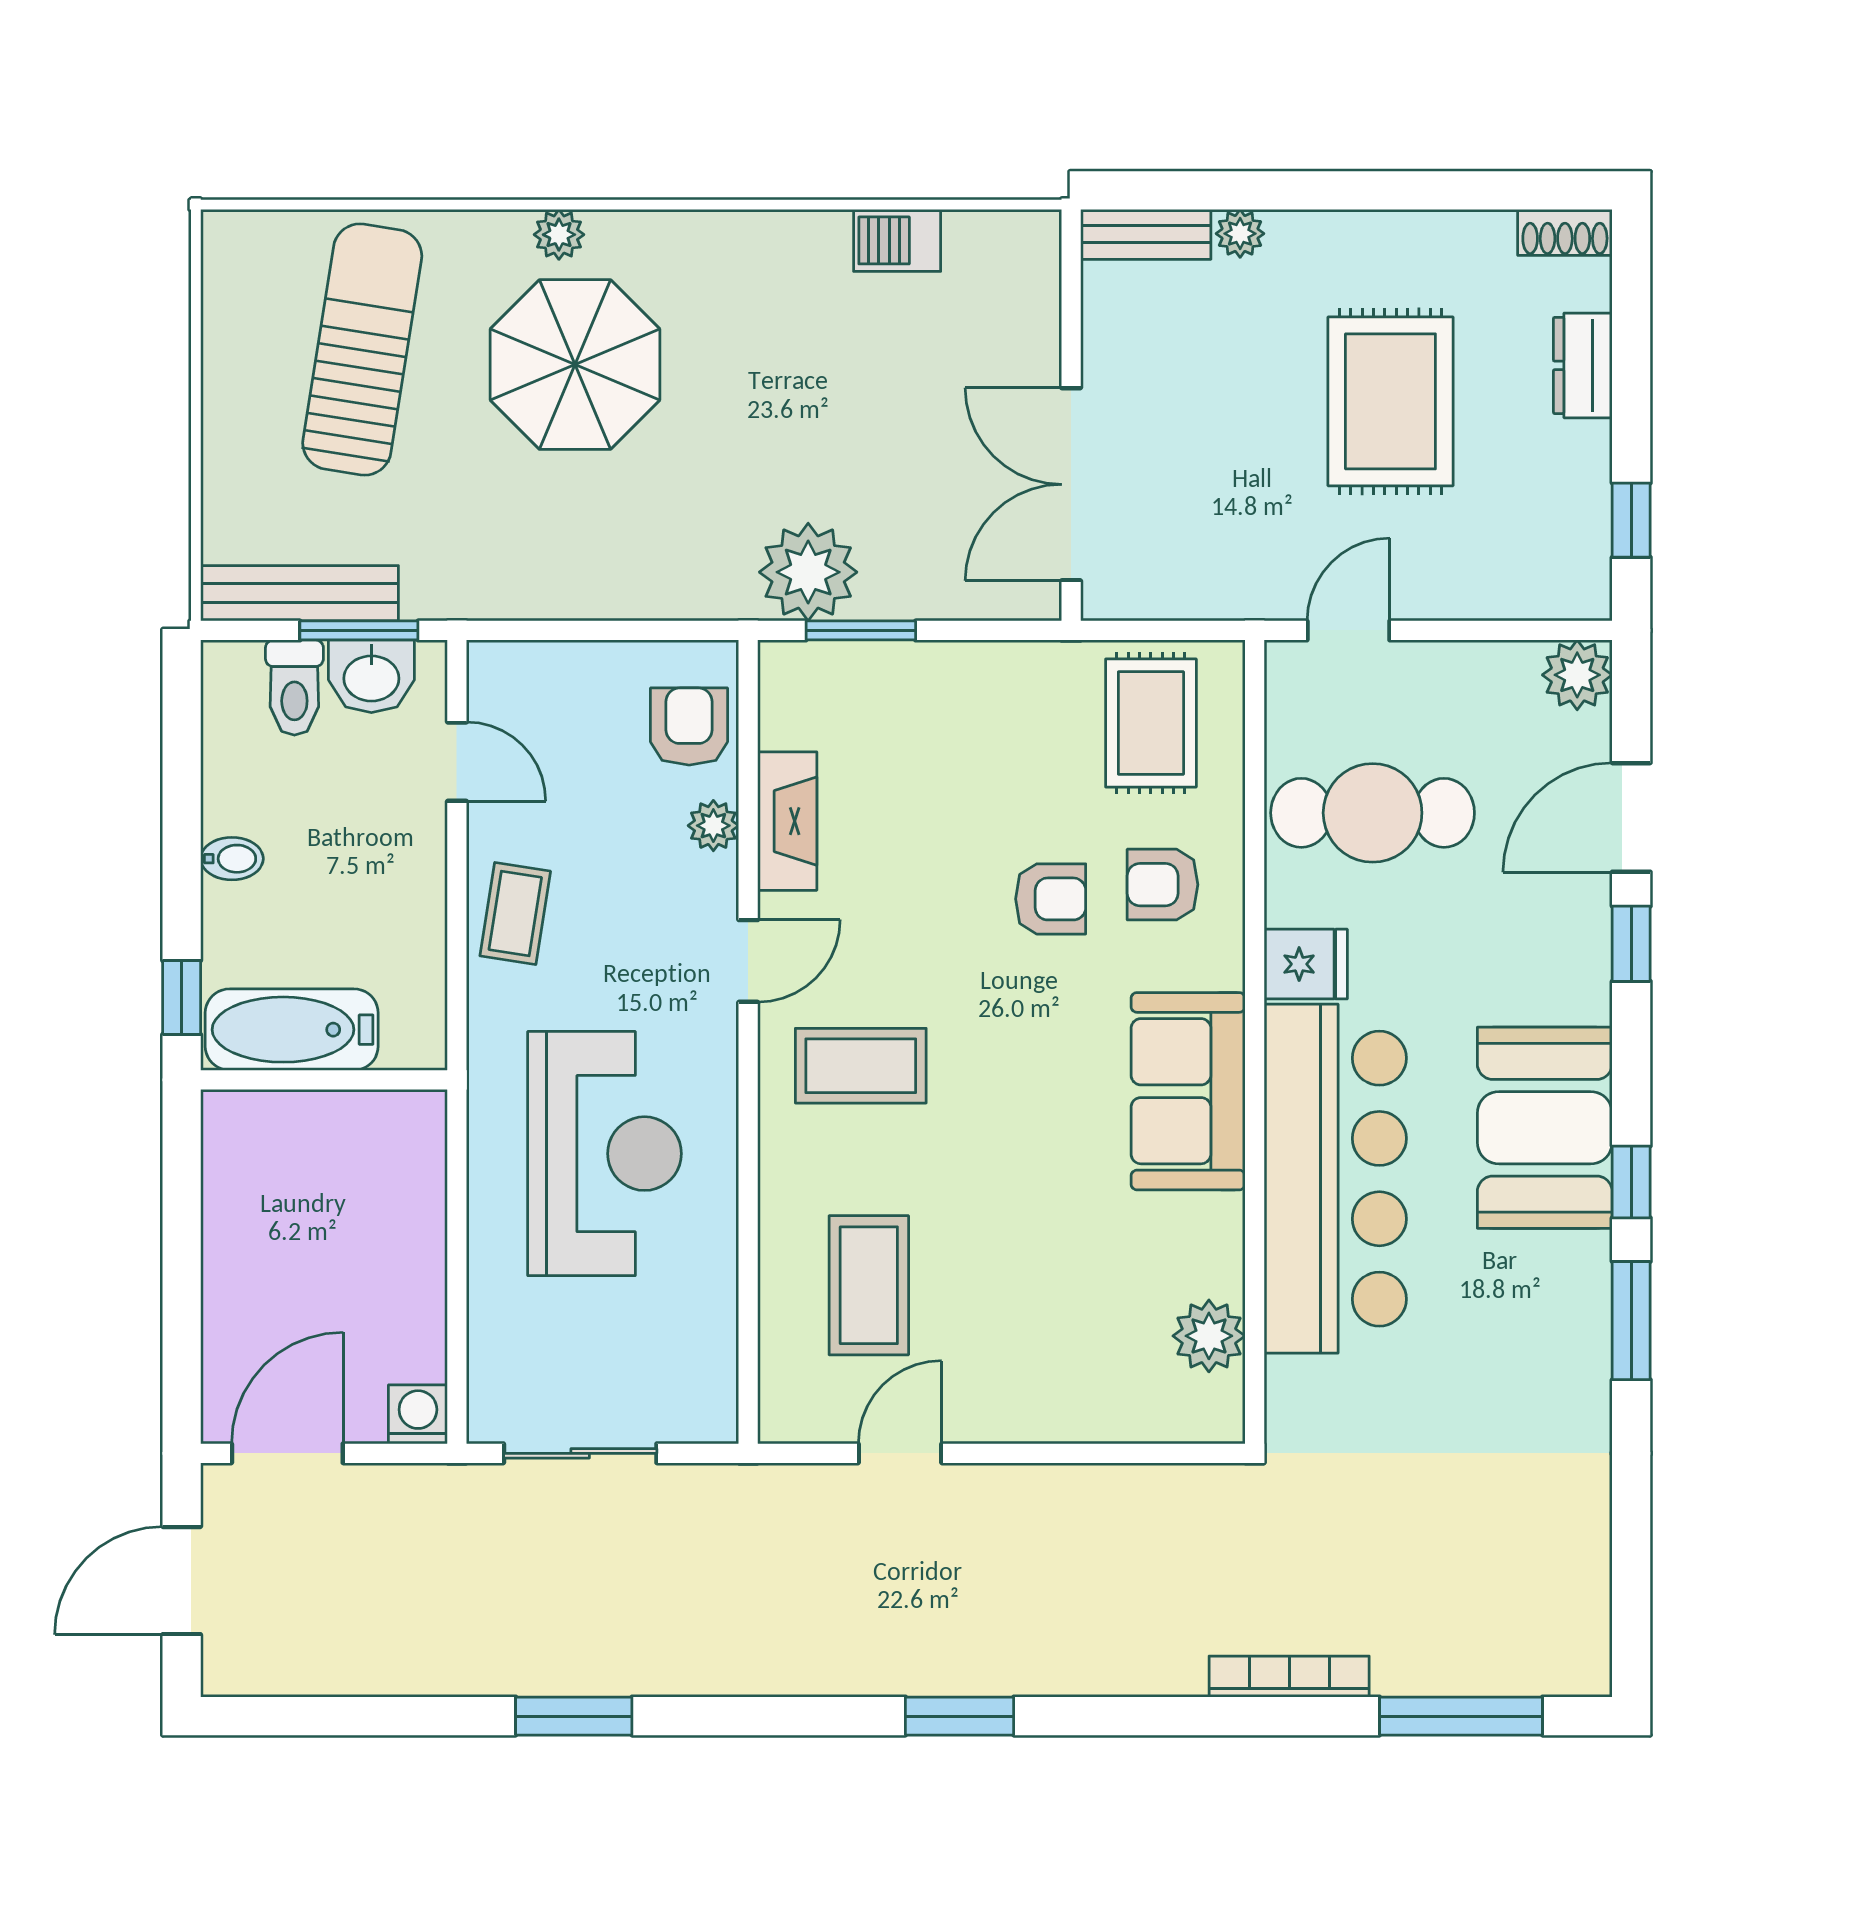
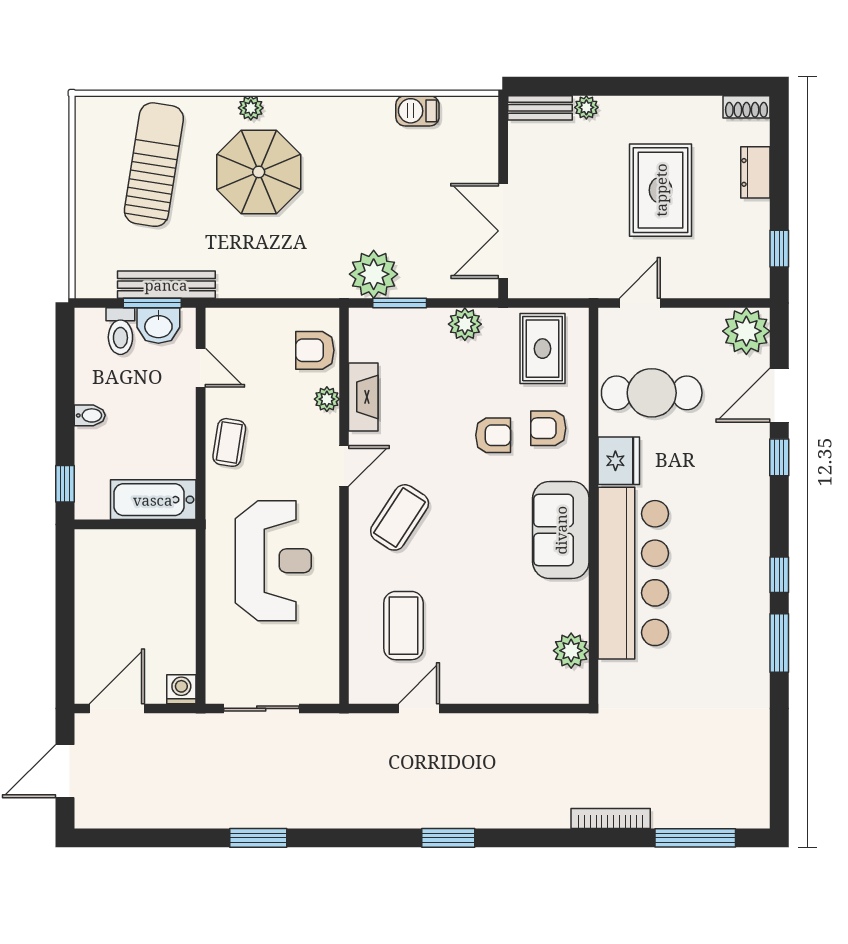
bench: (300, 593) -> (166, 285), moved
plant: (993, 673) -> (465, 324), added
plant: (1577, 675) -> (746, 331), width x1.36, depth x1.36
armchair: (689, 727) -> (315, 350), turned -90
fridge: (1306, 964) -> (619, 461), width x1.38
bathtub: (292, 1030) -> (153, 500), moved
coffee table: (861, 1066) -> (400, 517), turned -57
booth: (1545, 1128) -> (737, 548), removed

